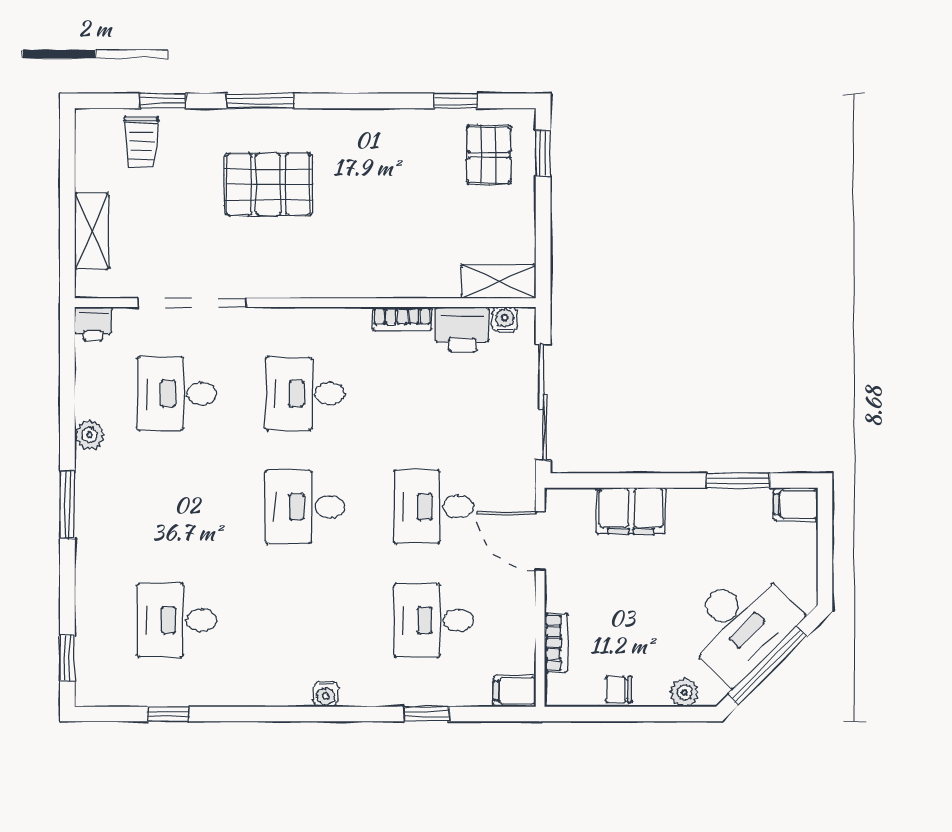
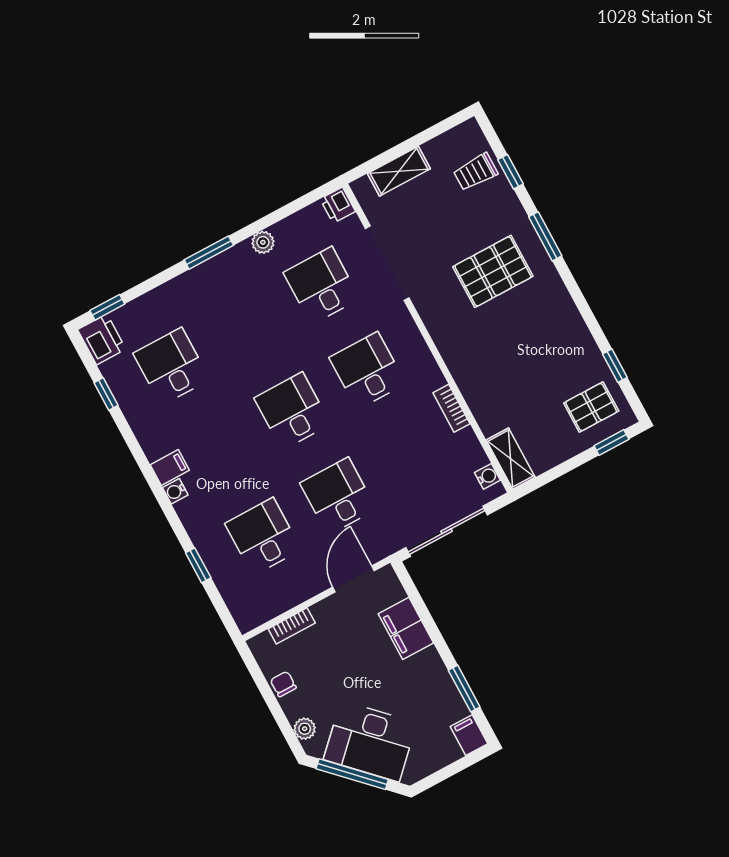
pallet: (268, 184) -> (493, 271), turned 90
printer: (462, 329) -> (102, 339), moved, turned 180
filing cabinet: (515, 691) -> (170, 467), moved, turned 90

